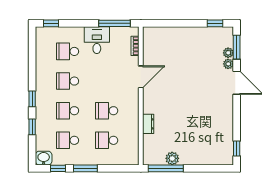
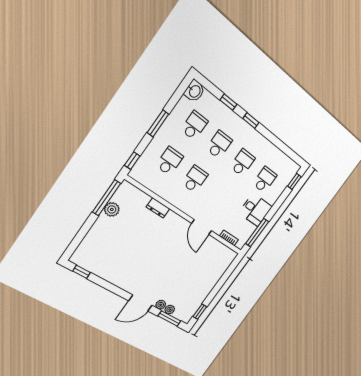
window: (58, 168) -> (132, 161), moved

